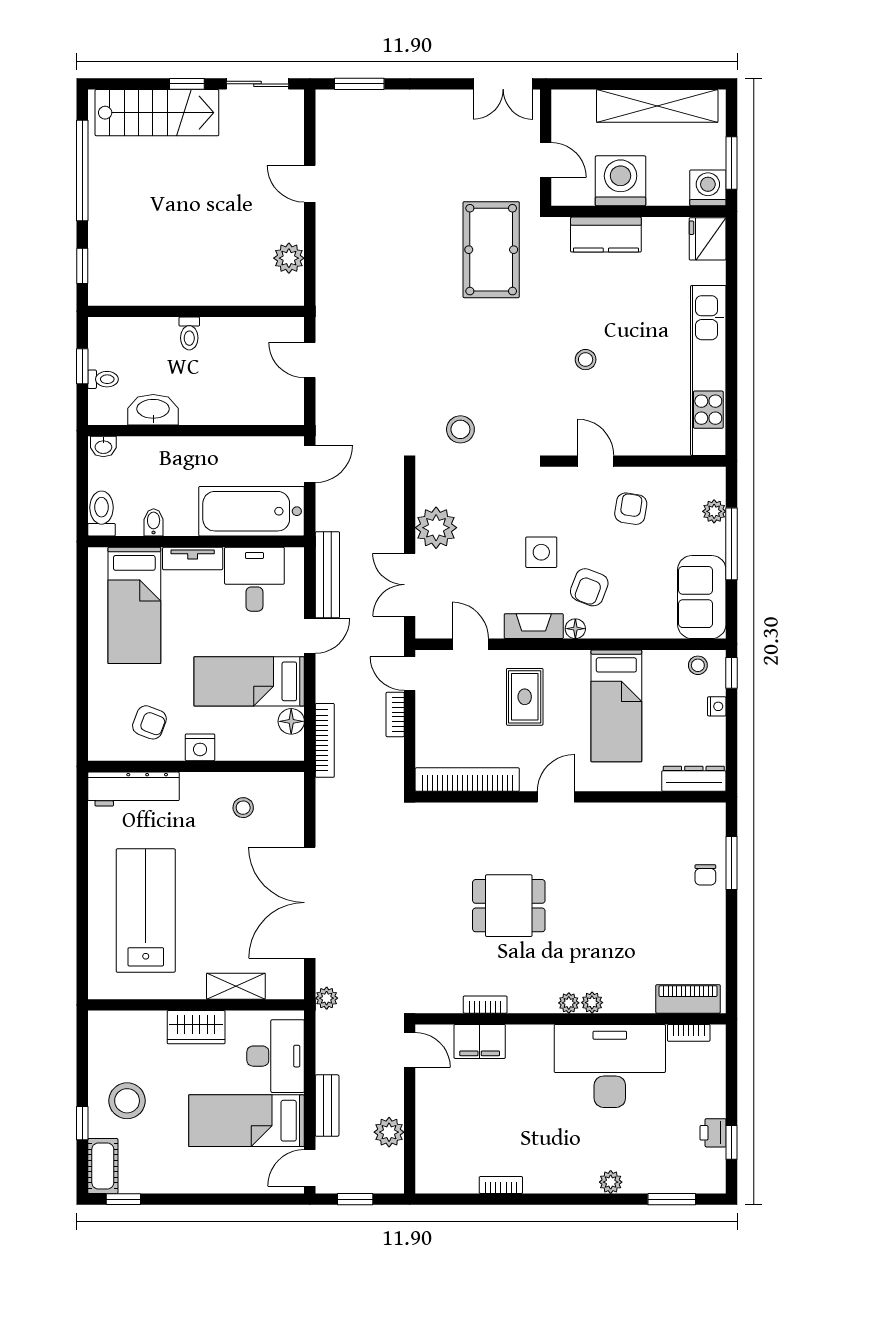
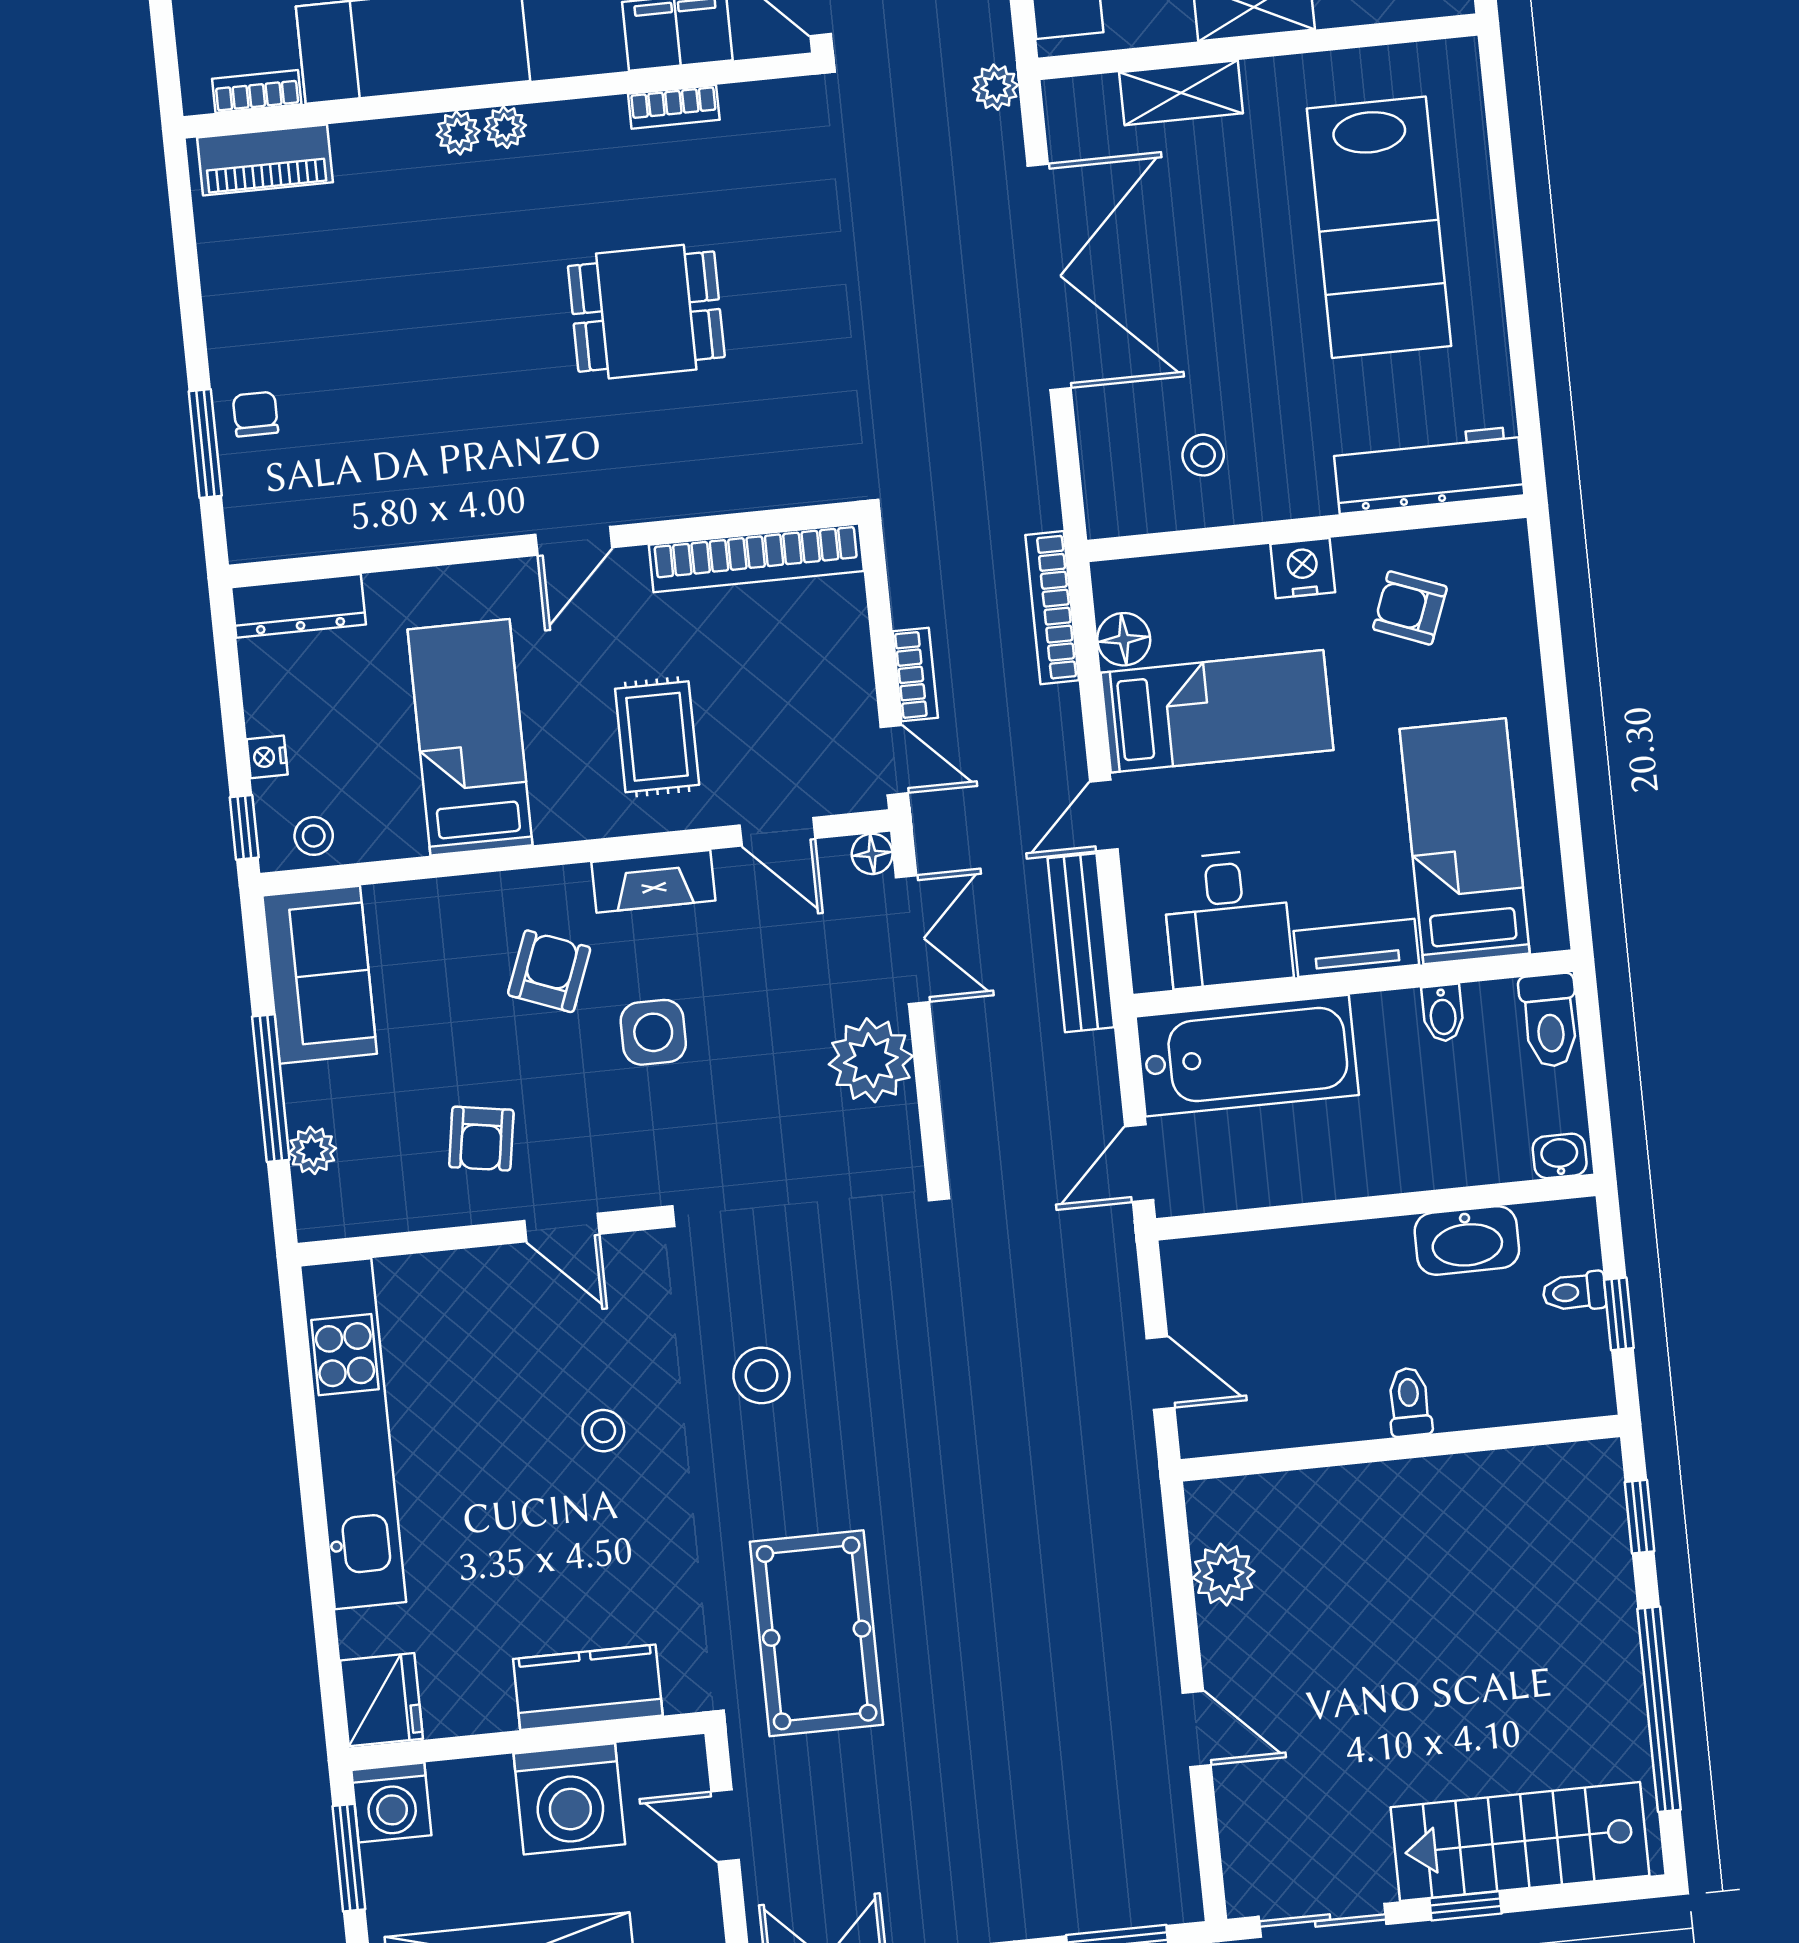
stool: (460, 429) -> (761, 1375), moved
floor lamp: (575, 629) -> (872, 854), moved

